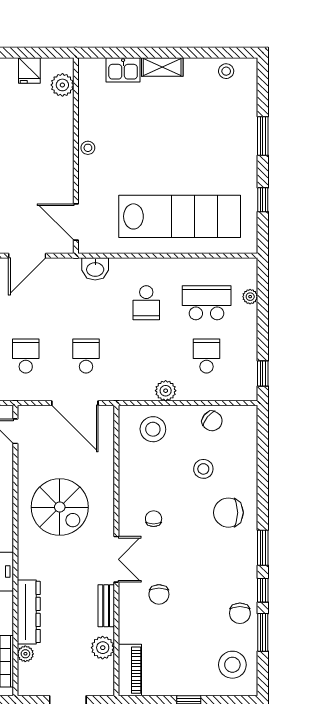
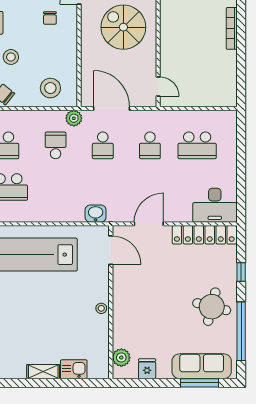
school desk: (146, 303) -> (56, 145), moved
plant: (166, 391) -> (74, 118), moved

